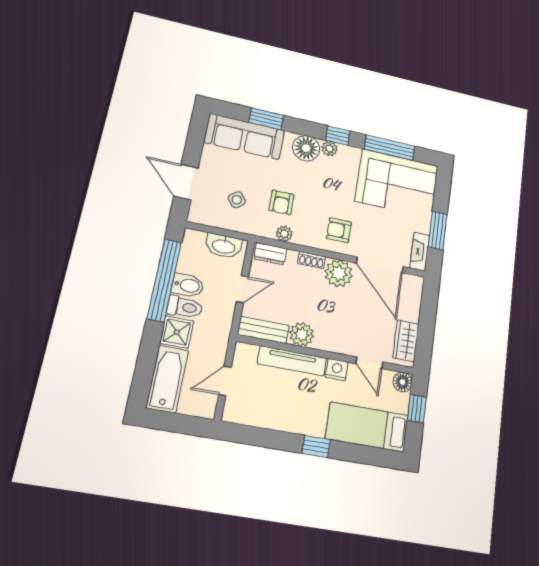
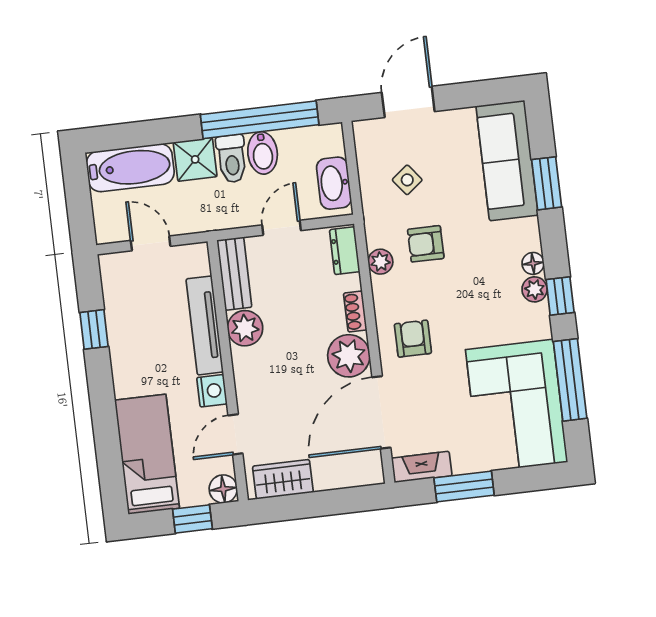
floor lamp: (306, 148) -> (533, 263), width x0.53, depth x0.53
door: (242, 289) -> (281, 228), swing flipped
window: (316, 446) -> (94, 329), moved

